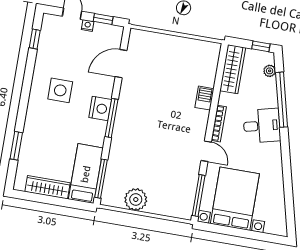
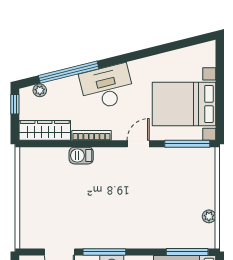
window: (111, 118) -> (104, 252), moved
bookcase: (219, 124) -> (91, 135), moved
desk: (262, 126) -> (107, 87), width x1.37
plant: (136, 200) -> (209, 216), width x0.53, depth x0.53

